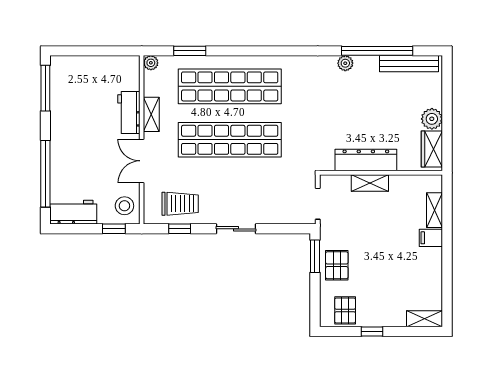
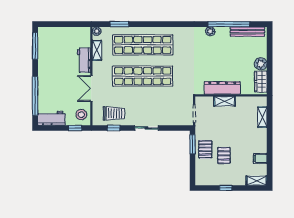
shelving: (151, 114) -> (97, 50), moved
filing cabinet: (431, 238) -> (260, 158), moved
pallet: (345, 310) -> (224, 155), moved

